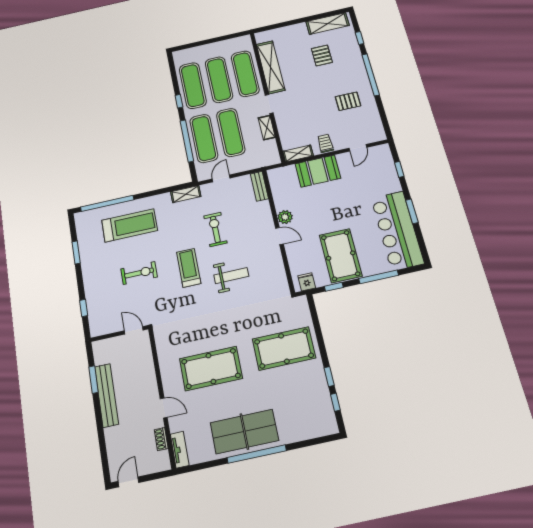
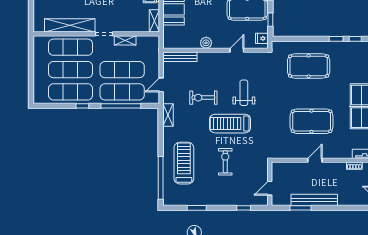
door: (221, 178) -> (161, 85), hinge flipped
bench: (259, 186) -> (180, 57), width x1.36
door: (279, 236) -> (237, 50), moved
treadmill: (189, 268) -> (230, 124), width x1.37, depth x1.38
door: (134, 330) -> (270, 188), moved
pool table: (284, 349) -> (309, 66), turned 90
pool table: (211, 369) -> (312, 121), turned 90
door: (164, 408) -> (315, 160), moved

